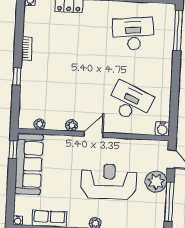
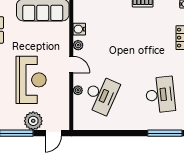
plant: (40, 124) -> (78, 90), moved
water cooler: (162, 129) -> (79, 29), moved

